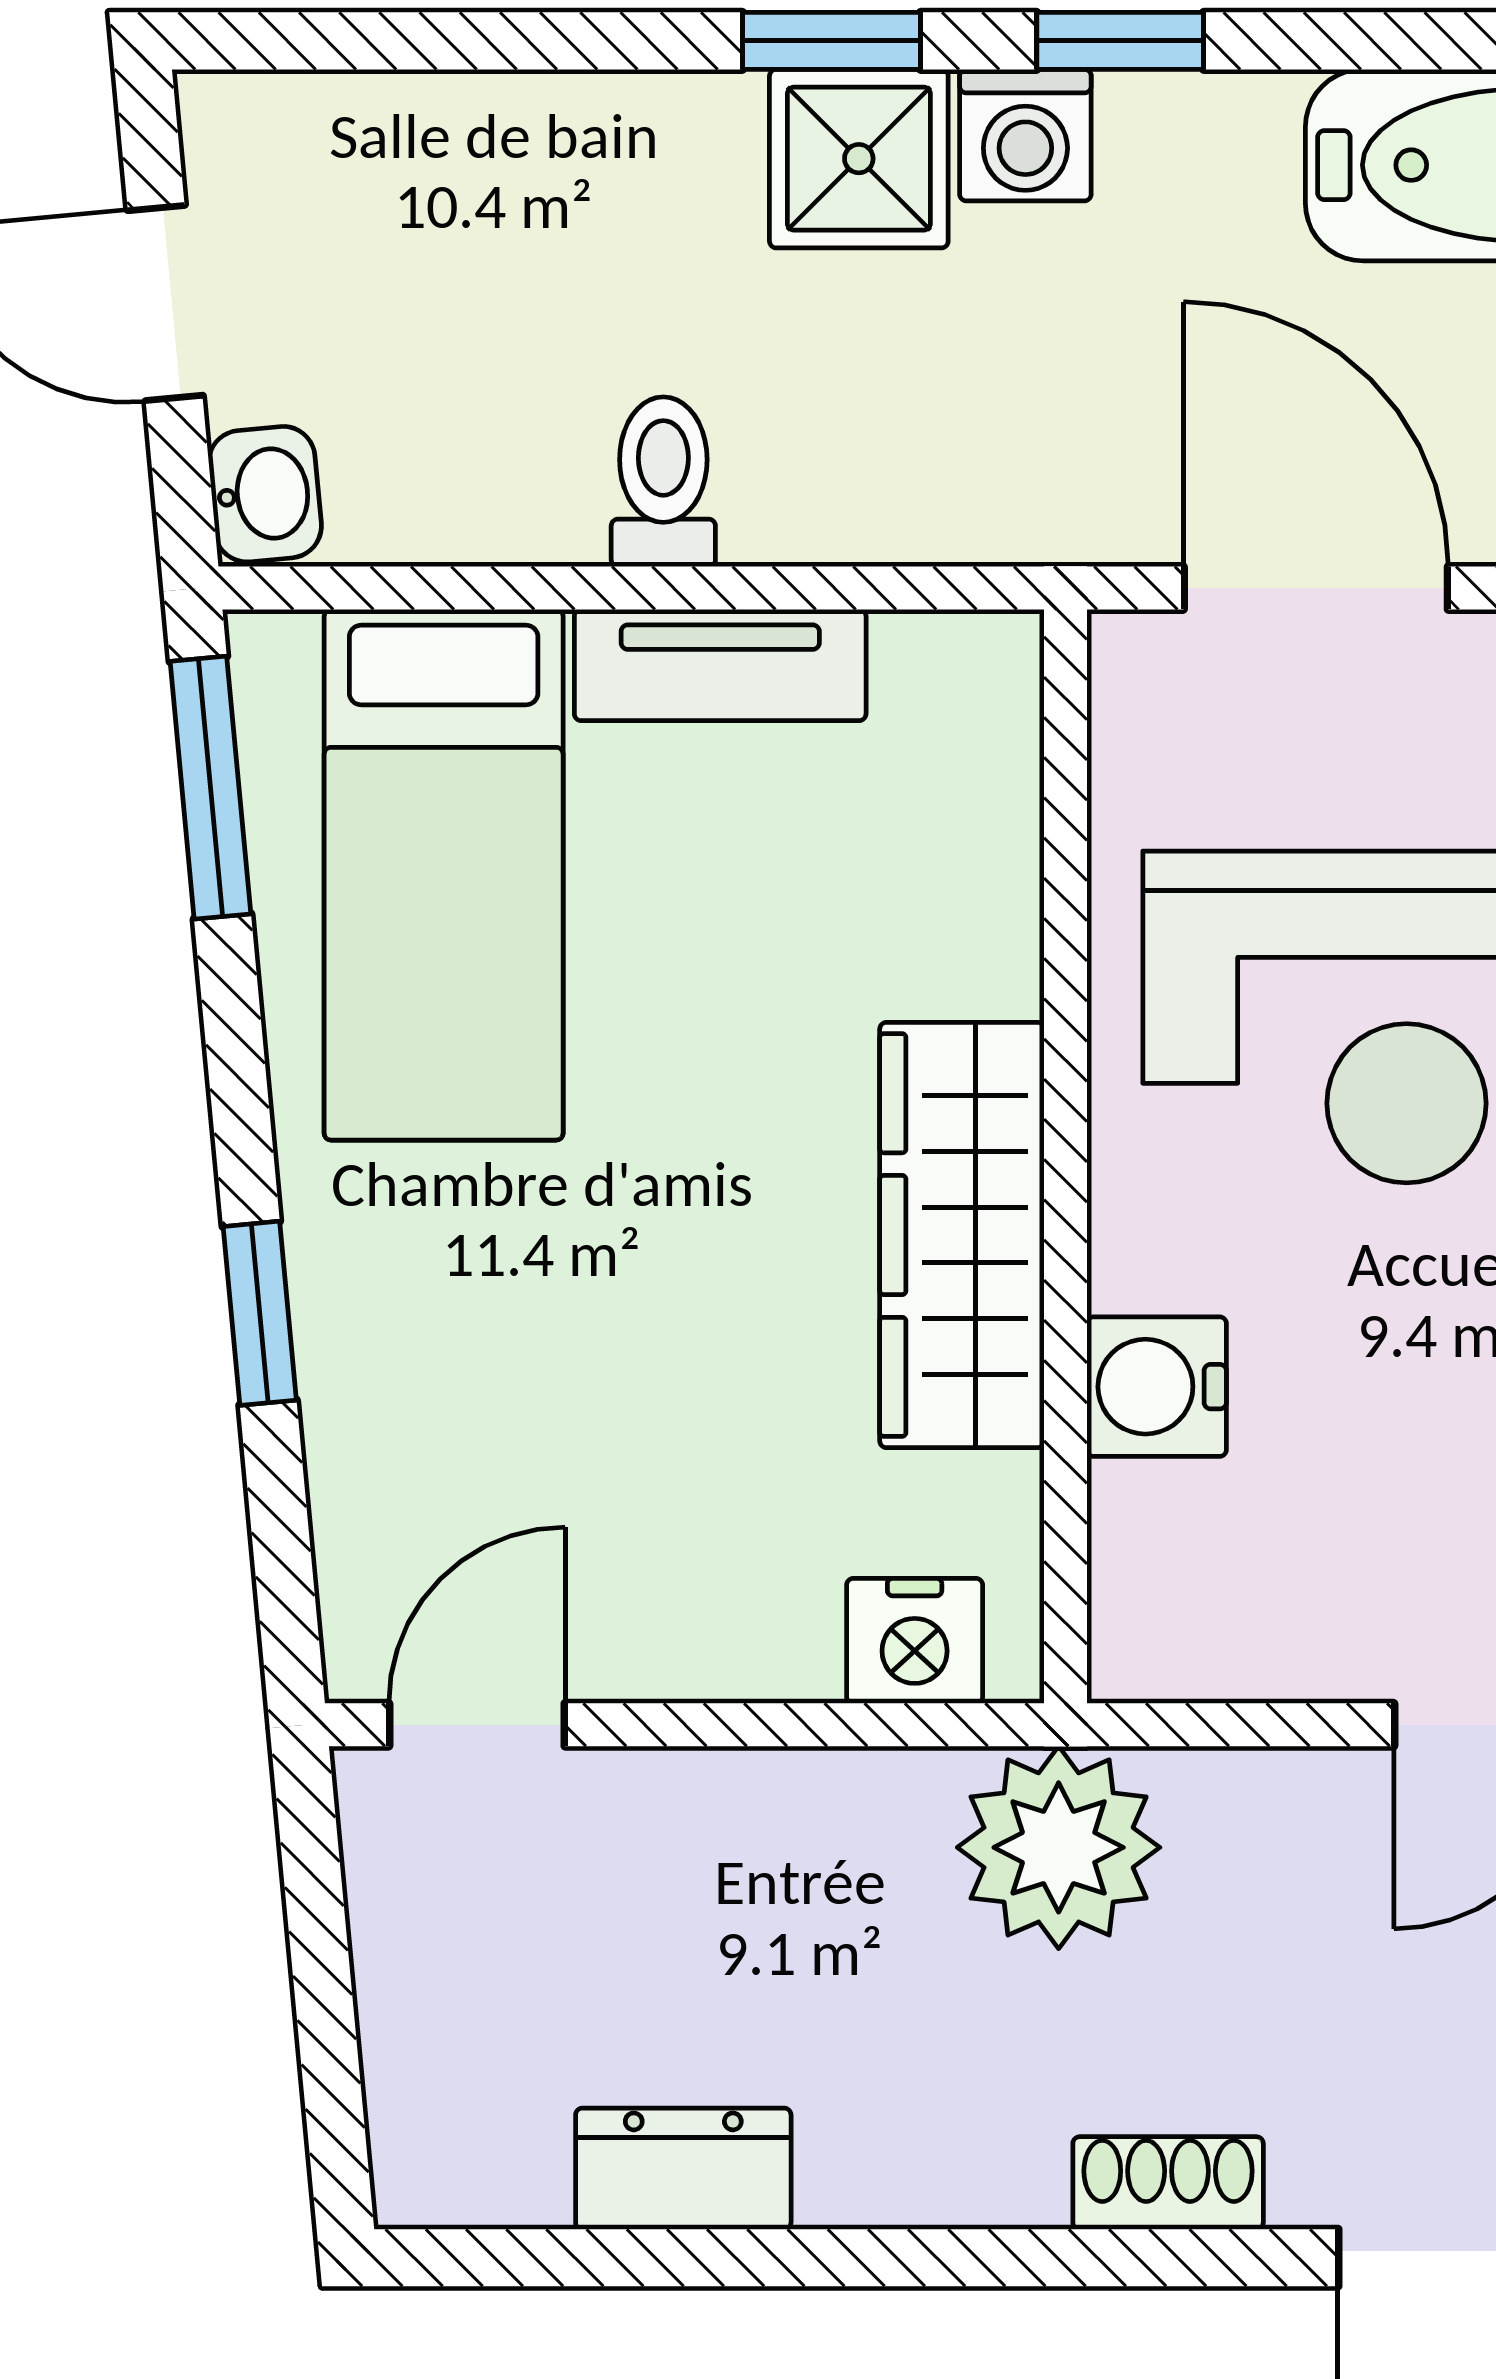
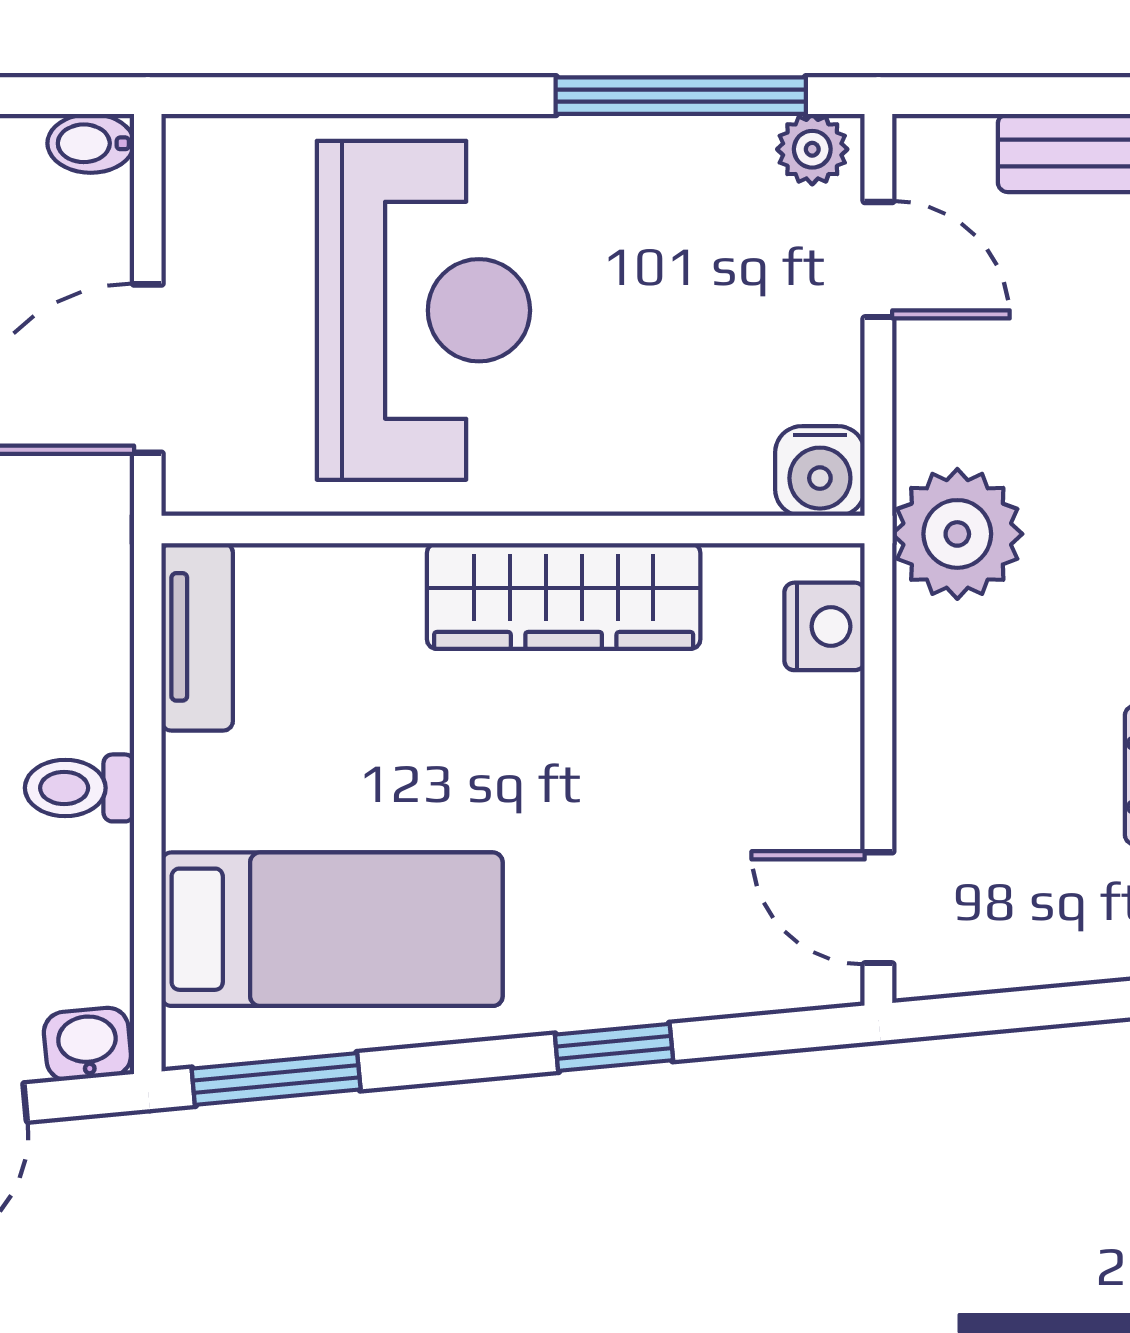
tv unit: (720, 665) -> (197, 637), moved
water cooler: (1157, 1387) -> (820, 471), moved

